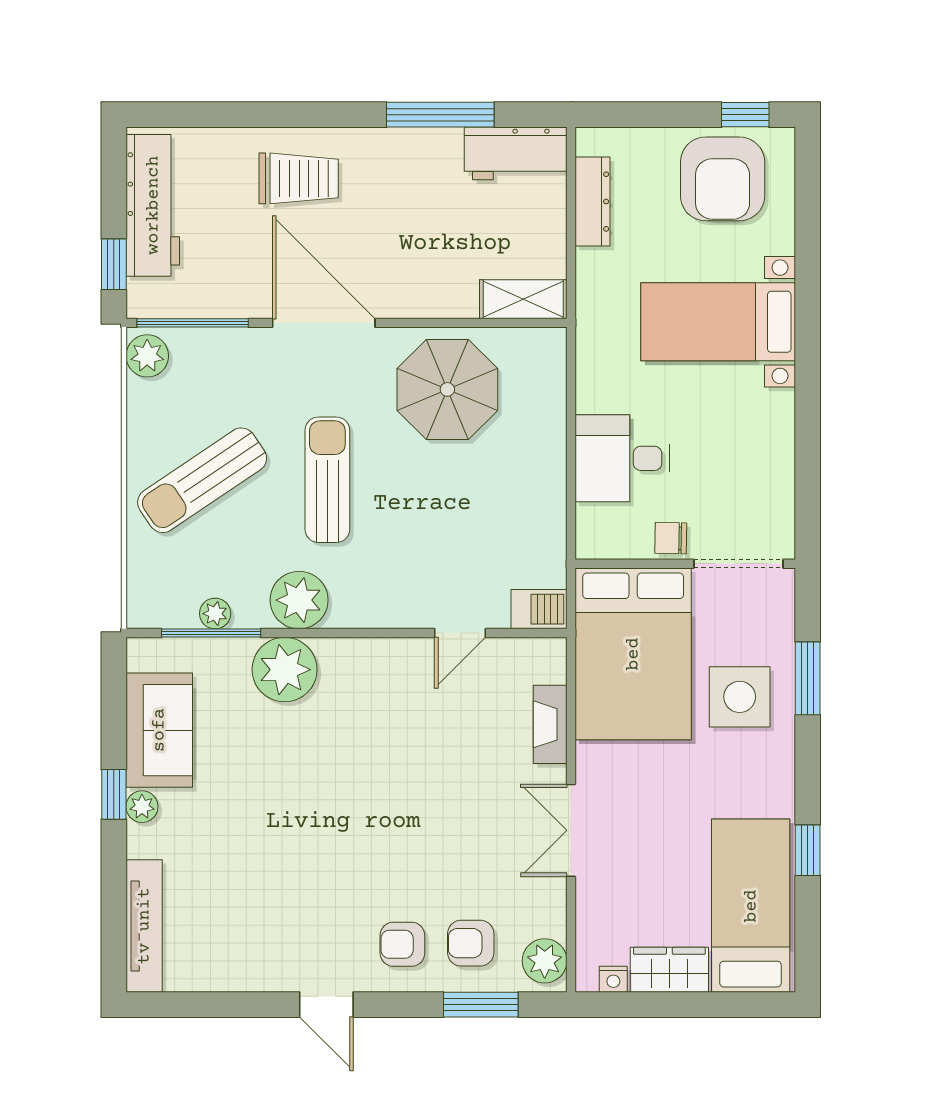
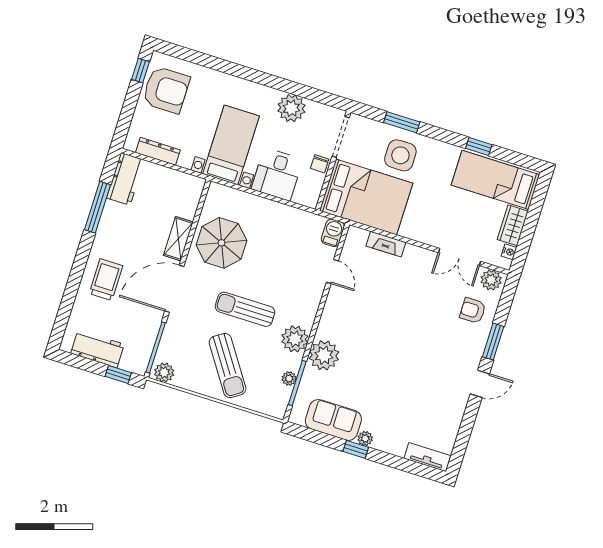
workbench: (153, 205) -> (97, 349), width x0.73
shelving: (523, 299) -> (178, 239), moved
bed with nightstands: (718, 322) -> (231, 145), moved, turned 180
plant: (766, 445) -> (291, 108), added
double door: (571, 830) -> (459, 257), moved
tv unit: (144, 926) -> (428, 457), width x0.71
armchair: (471, 943) -> (473, 311), turned 90
armchair: (402, 944) -> (464, 341), removed
window: (481, 1005) -> (493, 342), moved

